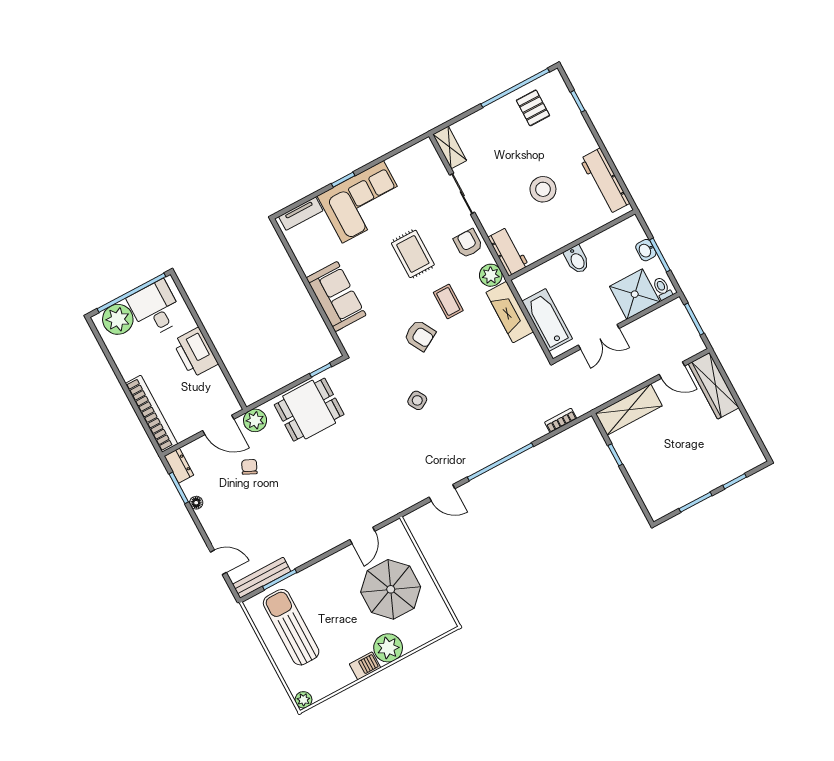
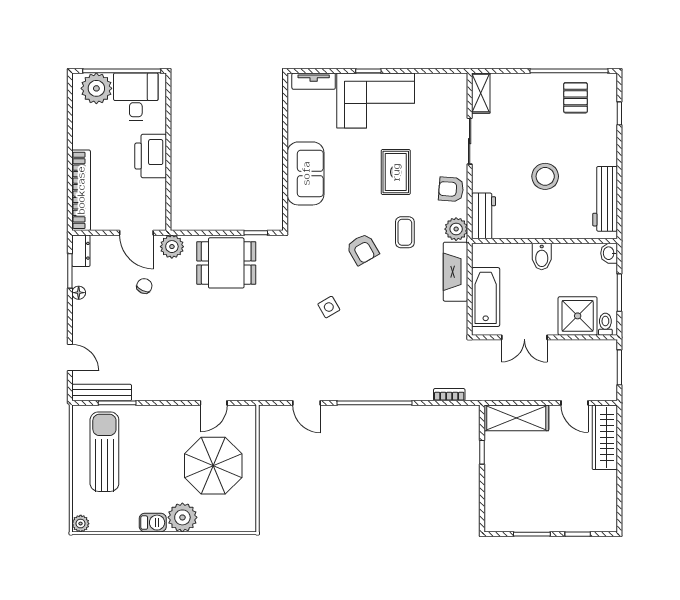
armchair: (468, 243) -> (451, 189), turned -86
washbasin: (646, 250) -> (609, 253), moved

